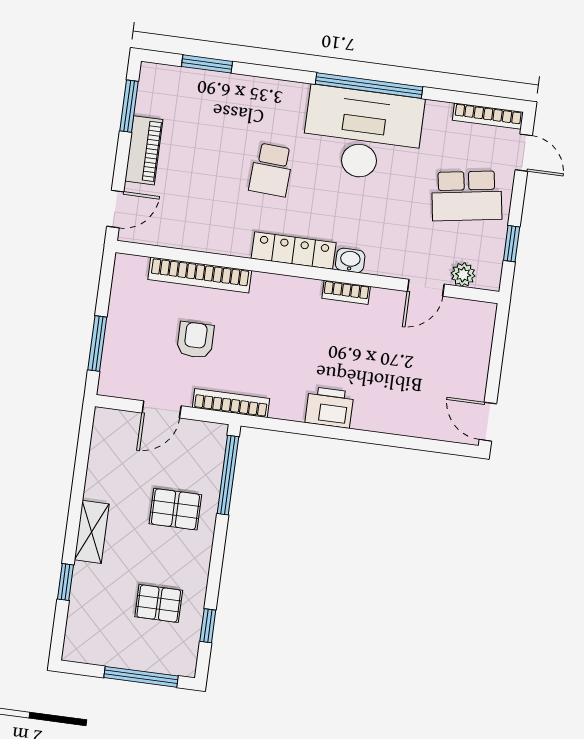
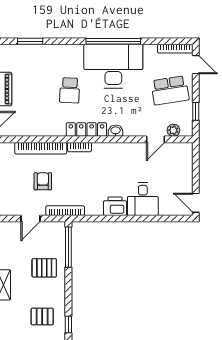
bookcase: (346, 292) -> (80, 147), moved
desk: (385, 401) -> (143, 199), added

